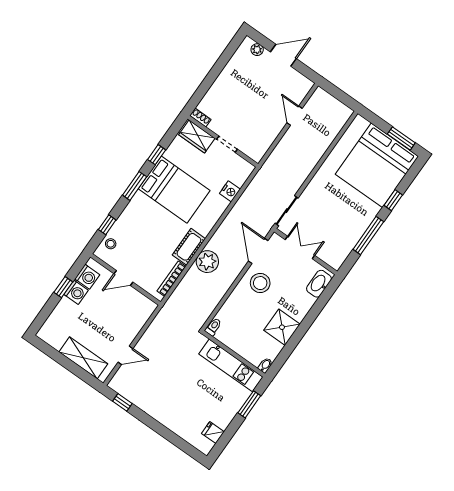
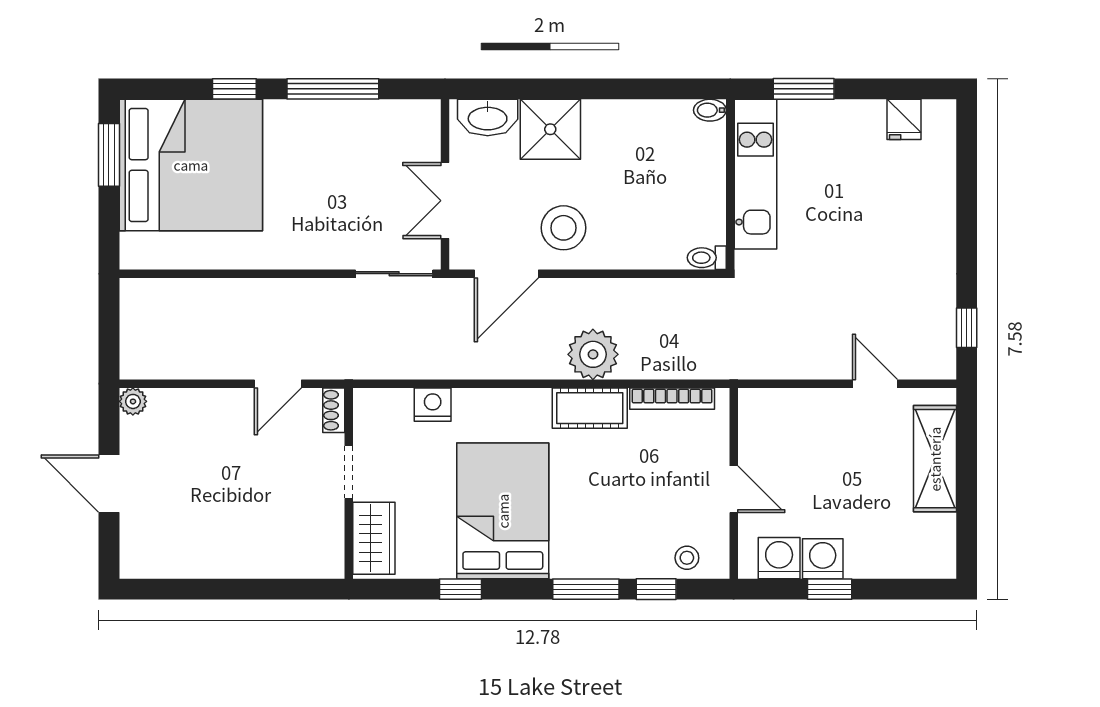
plant: (257, 50) -> (133, 401), moved
door: (295, 116) -> (278, 384), moved
shoe rack: (200, 118) -> (334, 410), moved
window: (135, 186) -> (586, 589), moved
shower: (282, 327) -> (550, 129), moved

